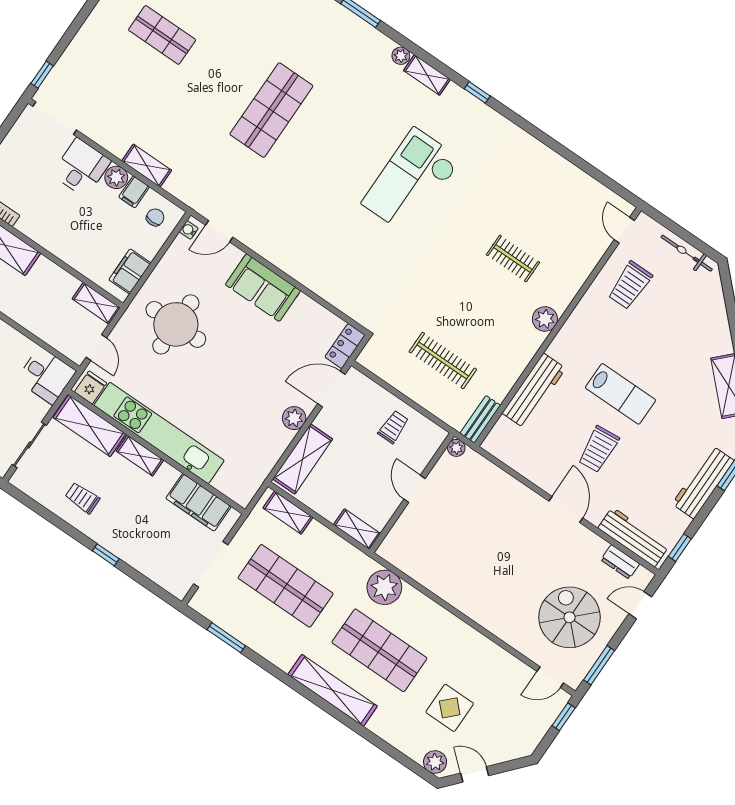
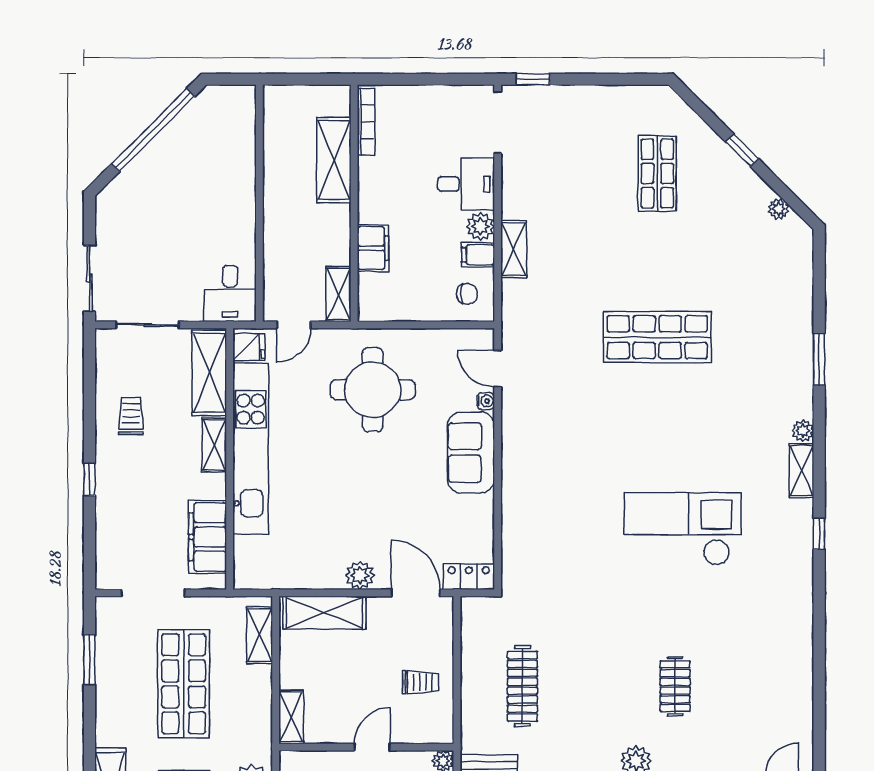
water cooler: (189, 230) -> (486, 401), moved, turned 90
filing cabinet: (130, 271) -> (373, 248), moved, turned 90

